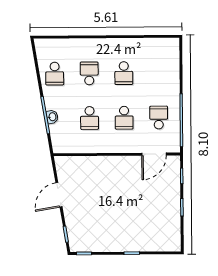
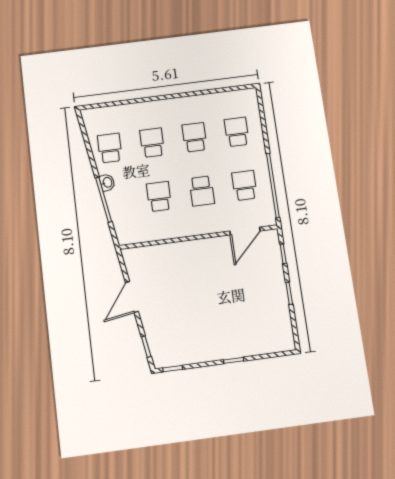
school desk: (124, 73) -> (194, 137), turned 180
school desk: (158, 73) -> (237, 132), added
school desk: (55, 74) -> (110, 148), turned 180
washbasin: (52, 117) -> (107, 182), moved
school desk: (90, 118) -> (159, 196), turned 180

